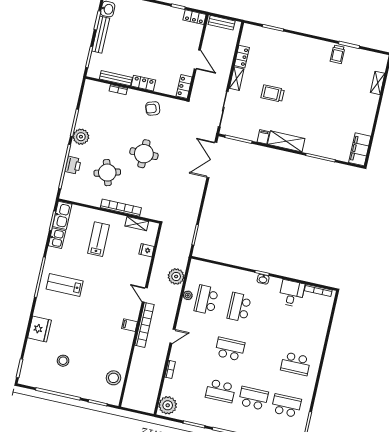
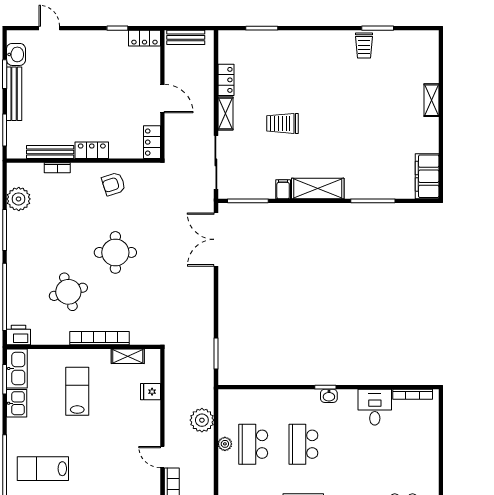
shelving: (378, 83) -> (431, 100), moved
plant: (81, 137) -> (19, 199), moved
printer: (73, 165) -> (19, 335), moved, turned -90

